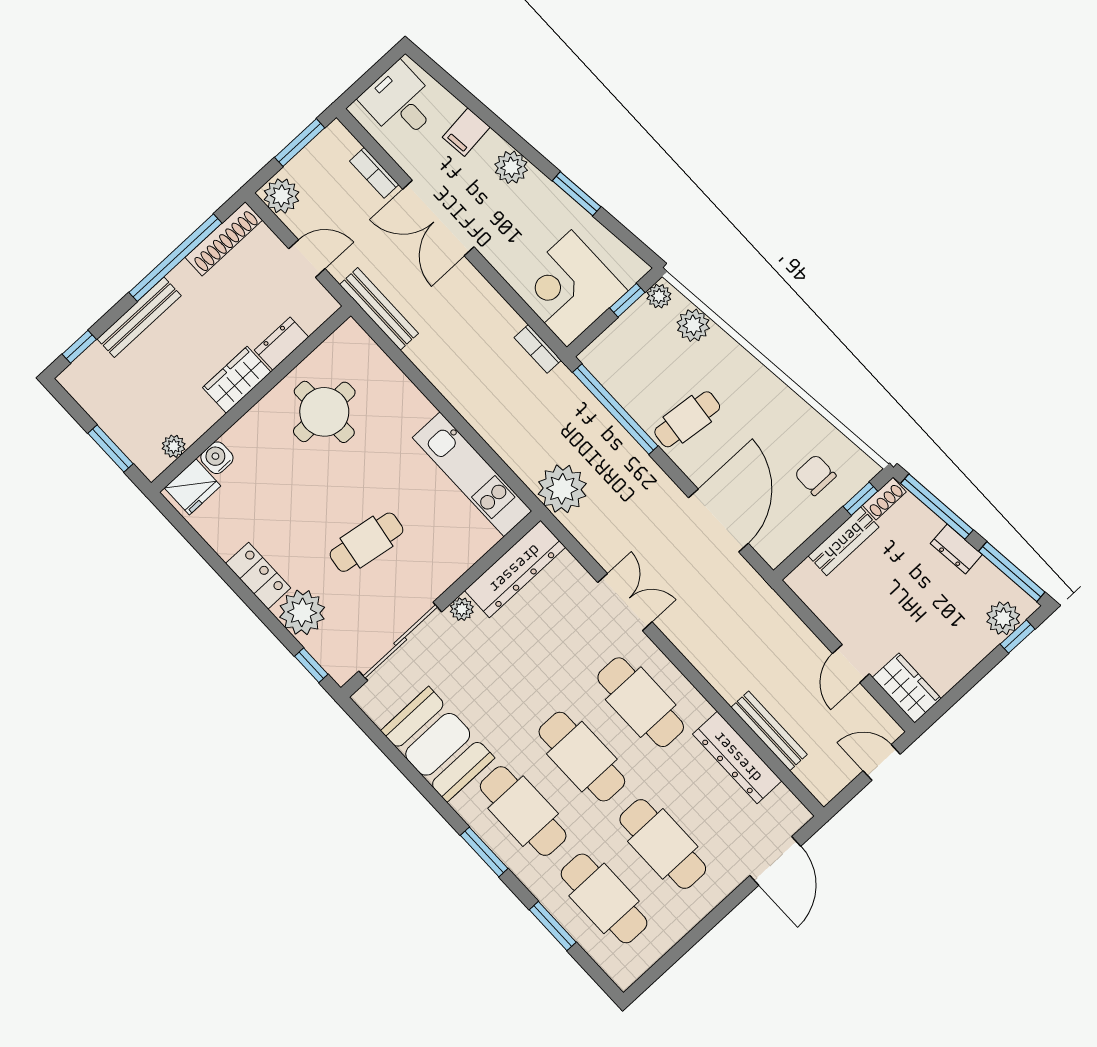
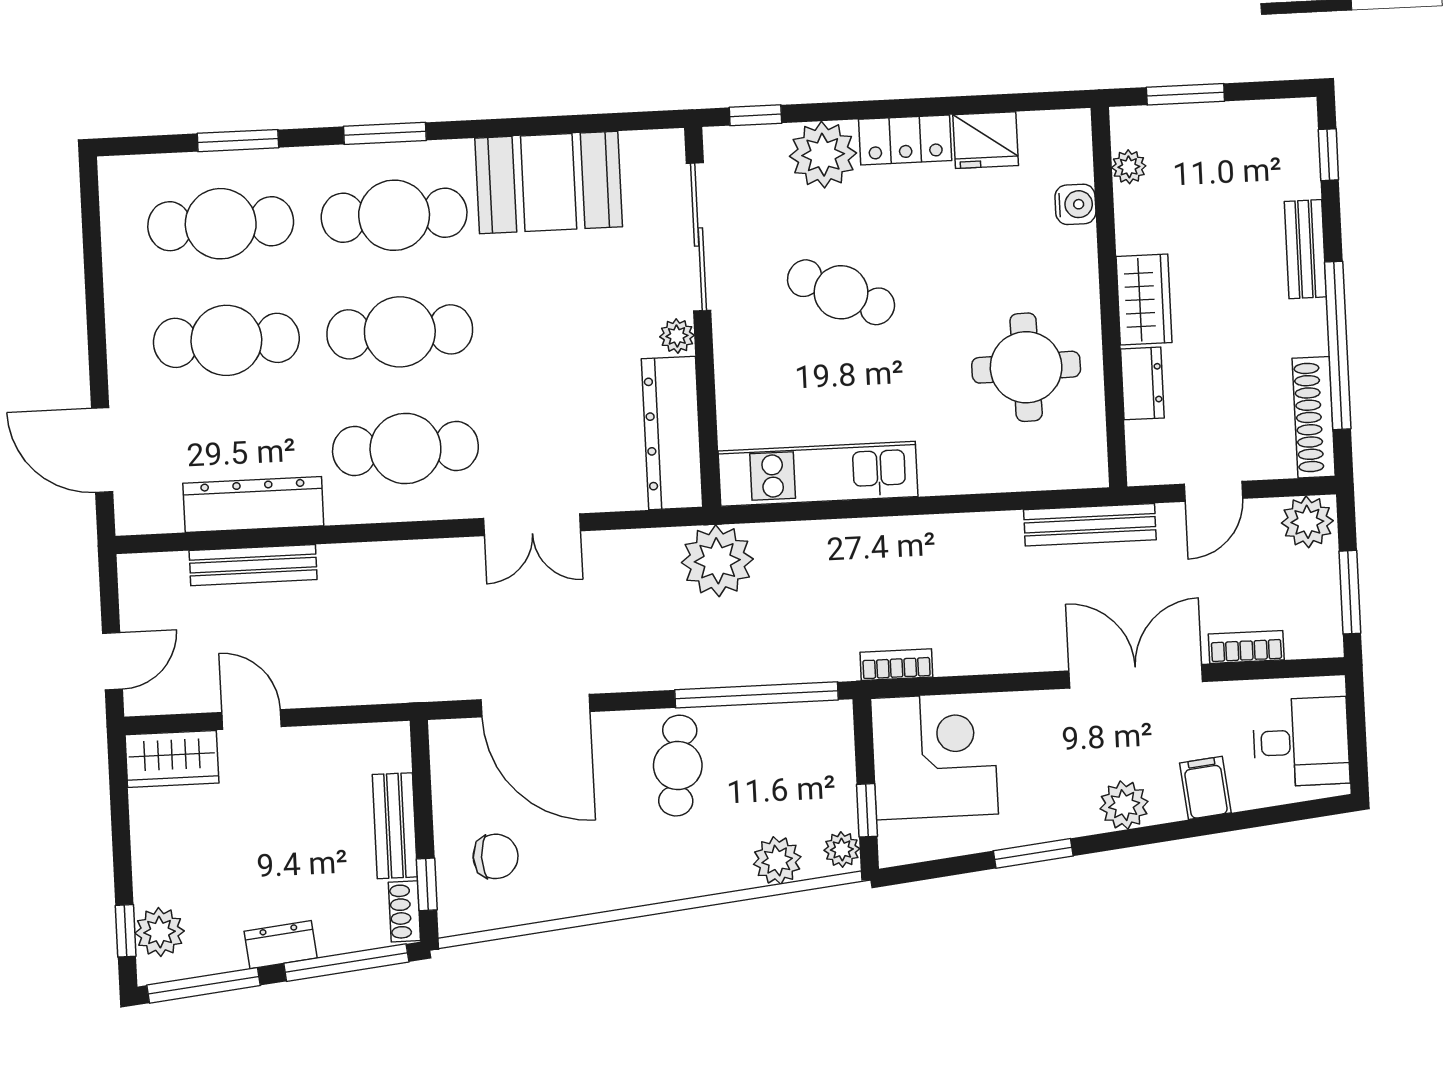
bench: (139, 317) -> (1305, 249), width x0.73
fridge: (193, 487) -> (986, 140), moved, turned -90
cafe table: (366, 542) -> (841, 292), turned -75

